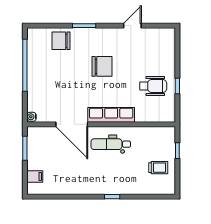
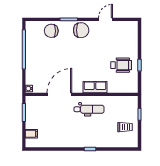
chair: (102, 66) -> (81, 30), moved
row of seats: (111, 115) -> (95, 87), width x0.68
door: (72, 124) -> (59, 94), swing flipped
dental chair: (111, 144) -> (89, 109), turned 180

